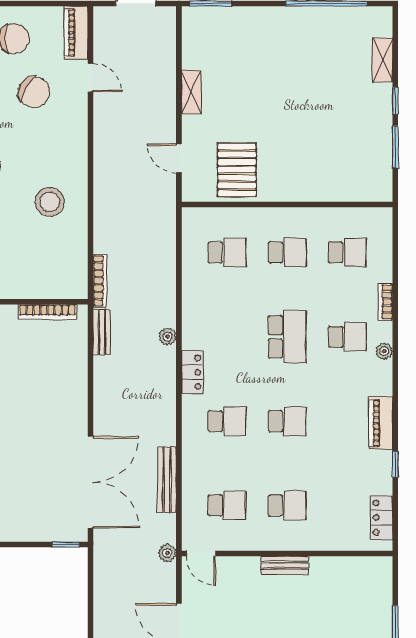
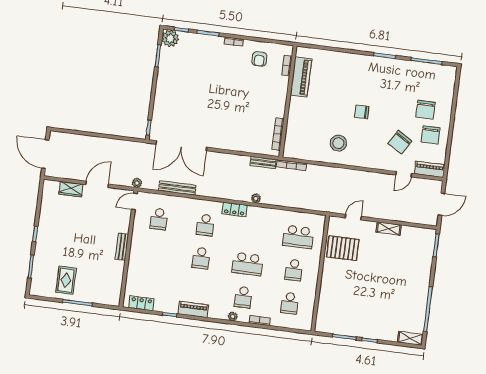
shelving: (383, 60) -> (410, 338), moved
school desk: (227, 252) -> (298, 237), width x1.85
school desk: (287, 506) -> (155, 252), removed

